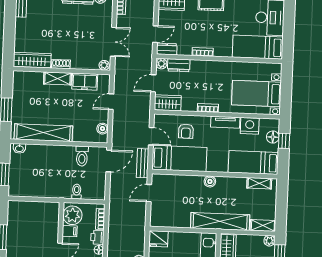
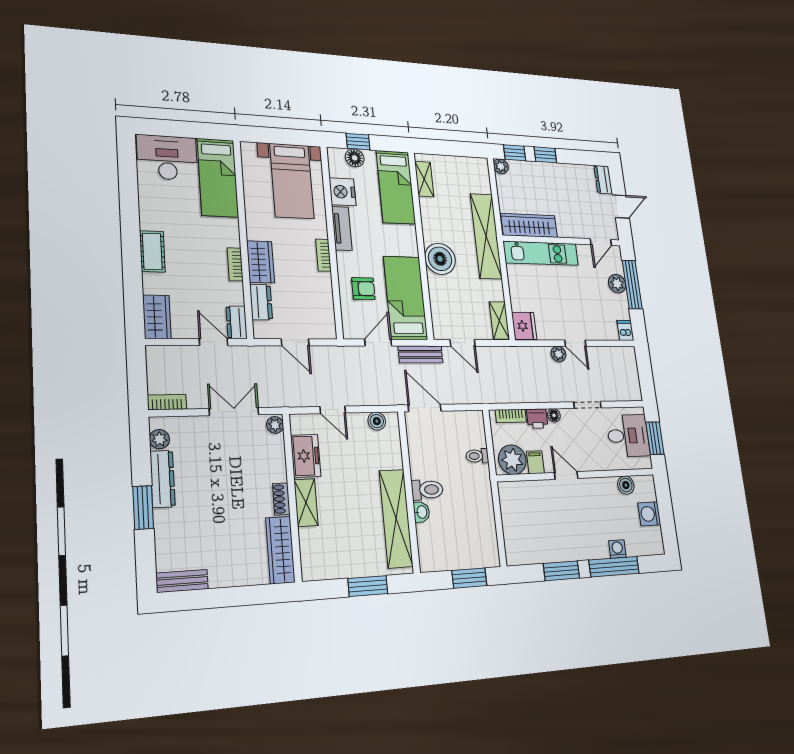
plant: (161, 64) -> (262, 330), removed
wardrobe: (168, 103) -> (261, 262), moved, turned 180
washbasin: (19, 148) -> (421, 512), moved
toilet: (82, 156) -> (427, 490), moved
boiler: (210, 181) -> (440, 259), width x1.86, depth x1.86
shelving: (263, 225) -> (499, 321), moved

